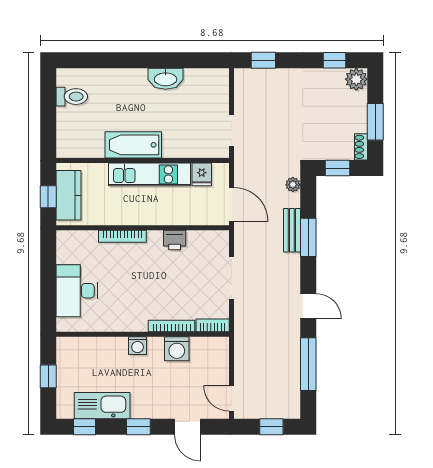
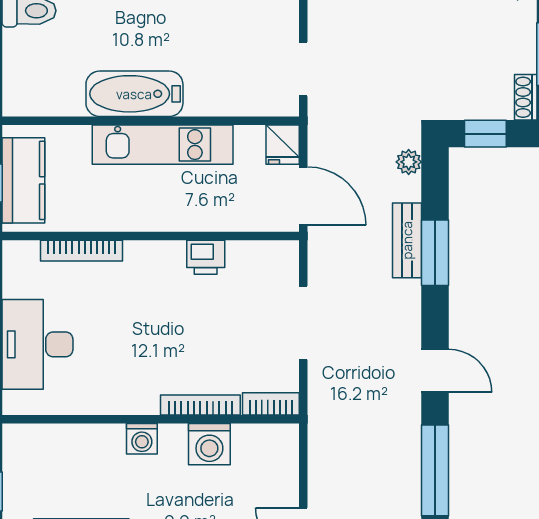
fridge: (202, 174) -> (283, 145), moved
bookcase: (122, 236) -> (82, 251), moved

